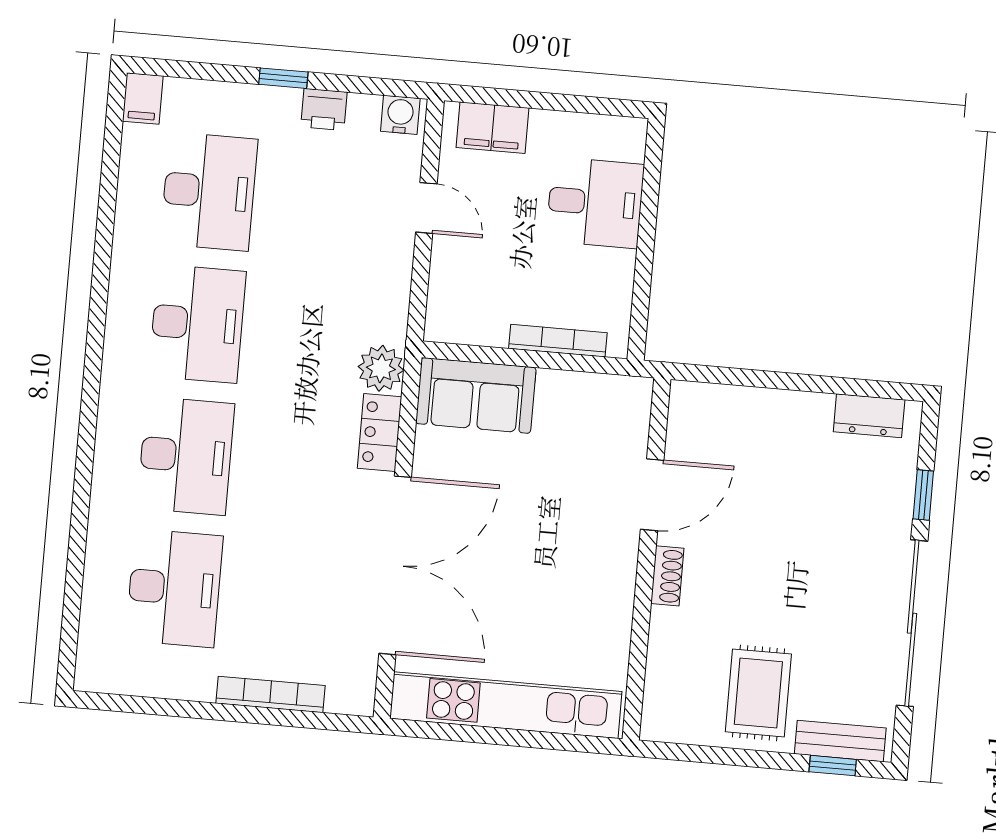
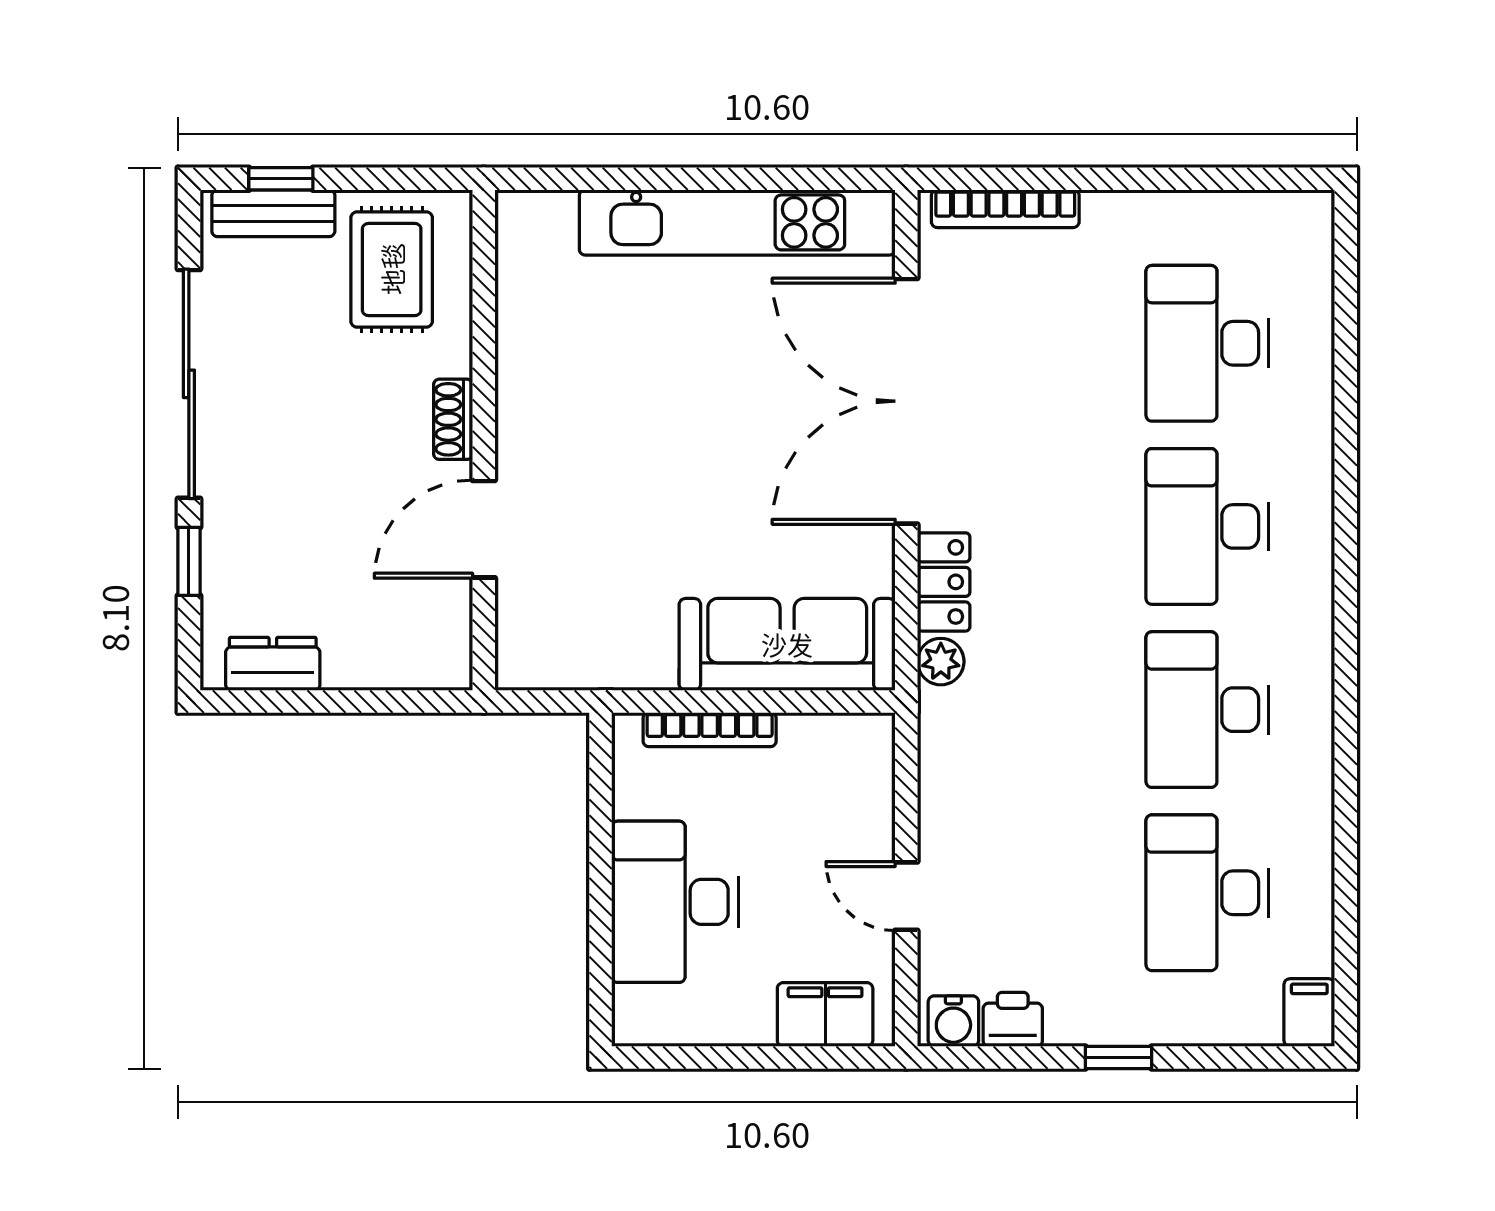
printer: (324, 109) -> (1013, 1019), moved
desk: (595, 203) -> (675, 902), width x1.37
plant: (381, 368) -> (941, 662), width x0.73, depth x0.73
sofa: (476, 395) -> (787, 644), width x1.36
door: (652, 495) -> (484, 529), moved
wall: (646, 559) -> (484, 440), moved
shoe rack: (667, 576) -> (453, 419), moved
bookcase: (271, 694) -> (1005, 209), moved

